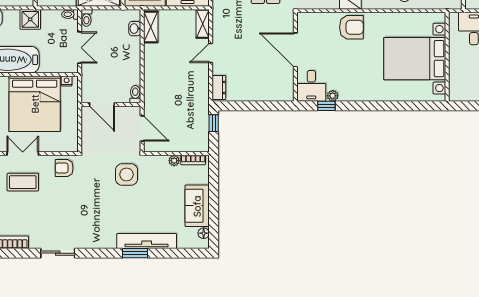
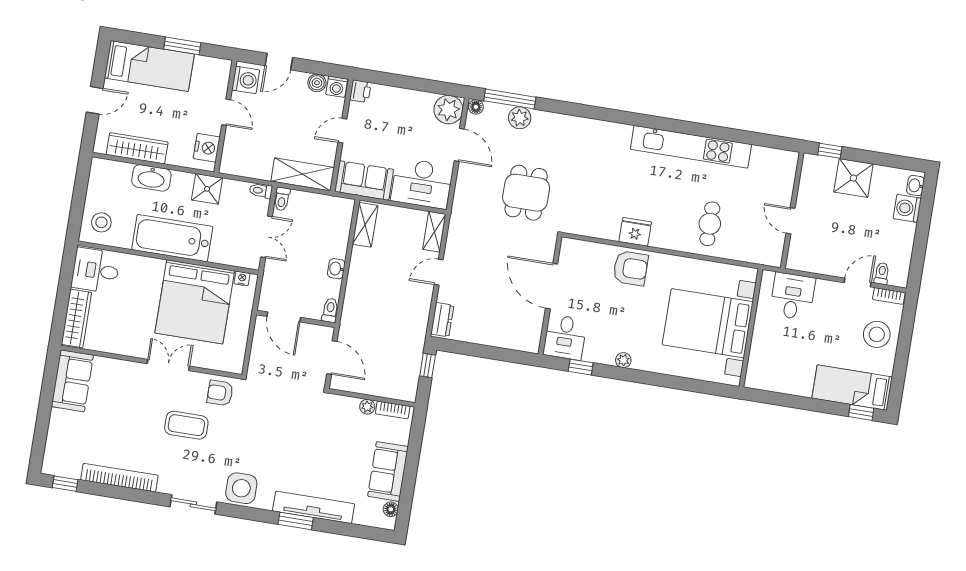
washbasin: (135, 29) -> (336, 269), moved
plant: (333, 96) -> (623, 360), moved
side table: (127, 175) -> (241, 488), moved
coffee table: (23, 182) -> (186, 425), moved

